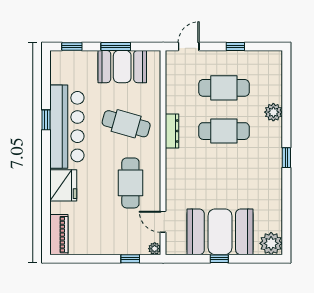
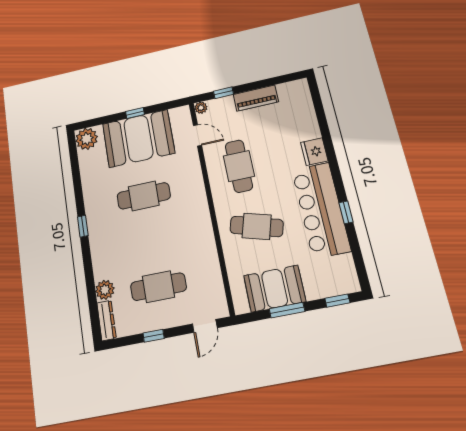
plant: (273, 112) -> (105, 290), moved
dresser: (172, 131) -> (106, 320), moved, turned 180
cafe table: (224, 131) -> (144, 196), moved
fridge: (63, 185) -> (314, 152), width x0.73, depth x0.75
piano: (59, 235) -> (256, 98), moved, turned -90

